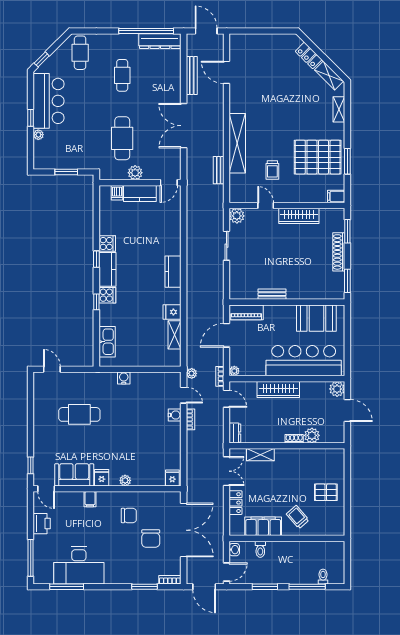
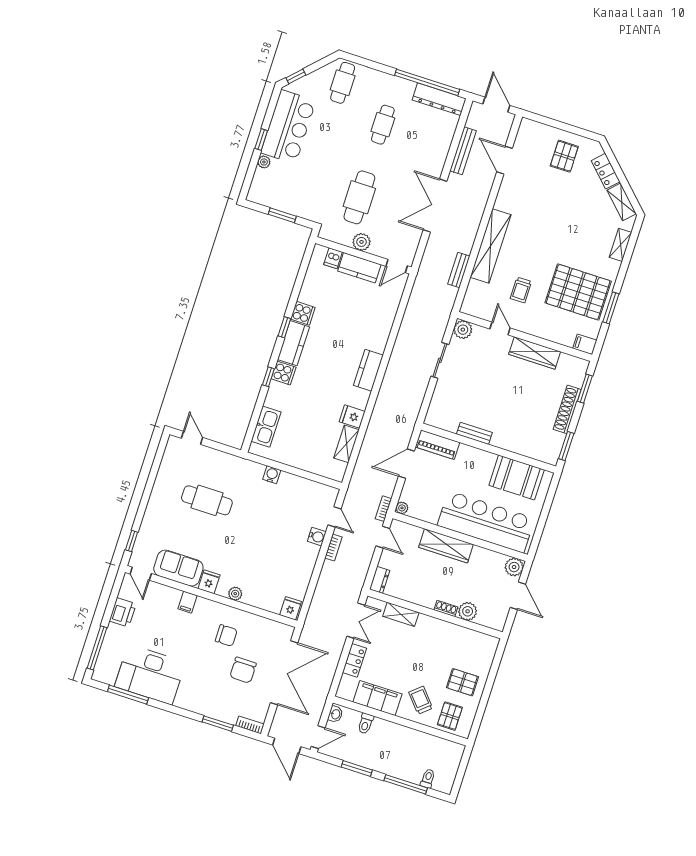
pallet: (272, 54) -> (564, 156), added
plant: (192, 373) -> (352, 495), removed
pallet: (324, 522) -> (450, 716), added

